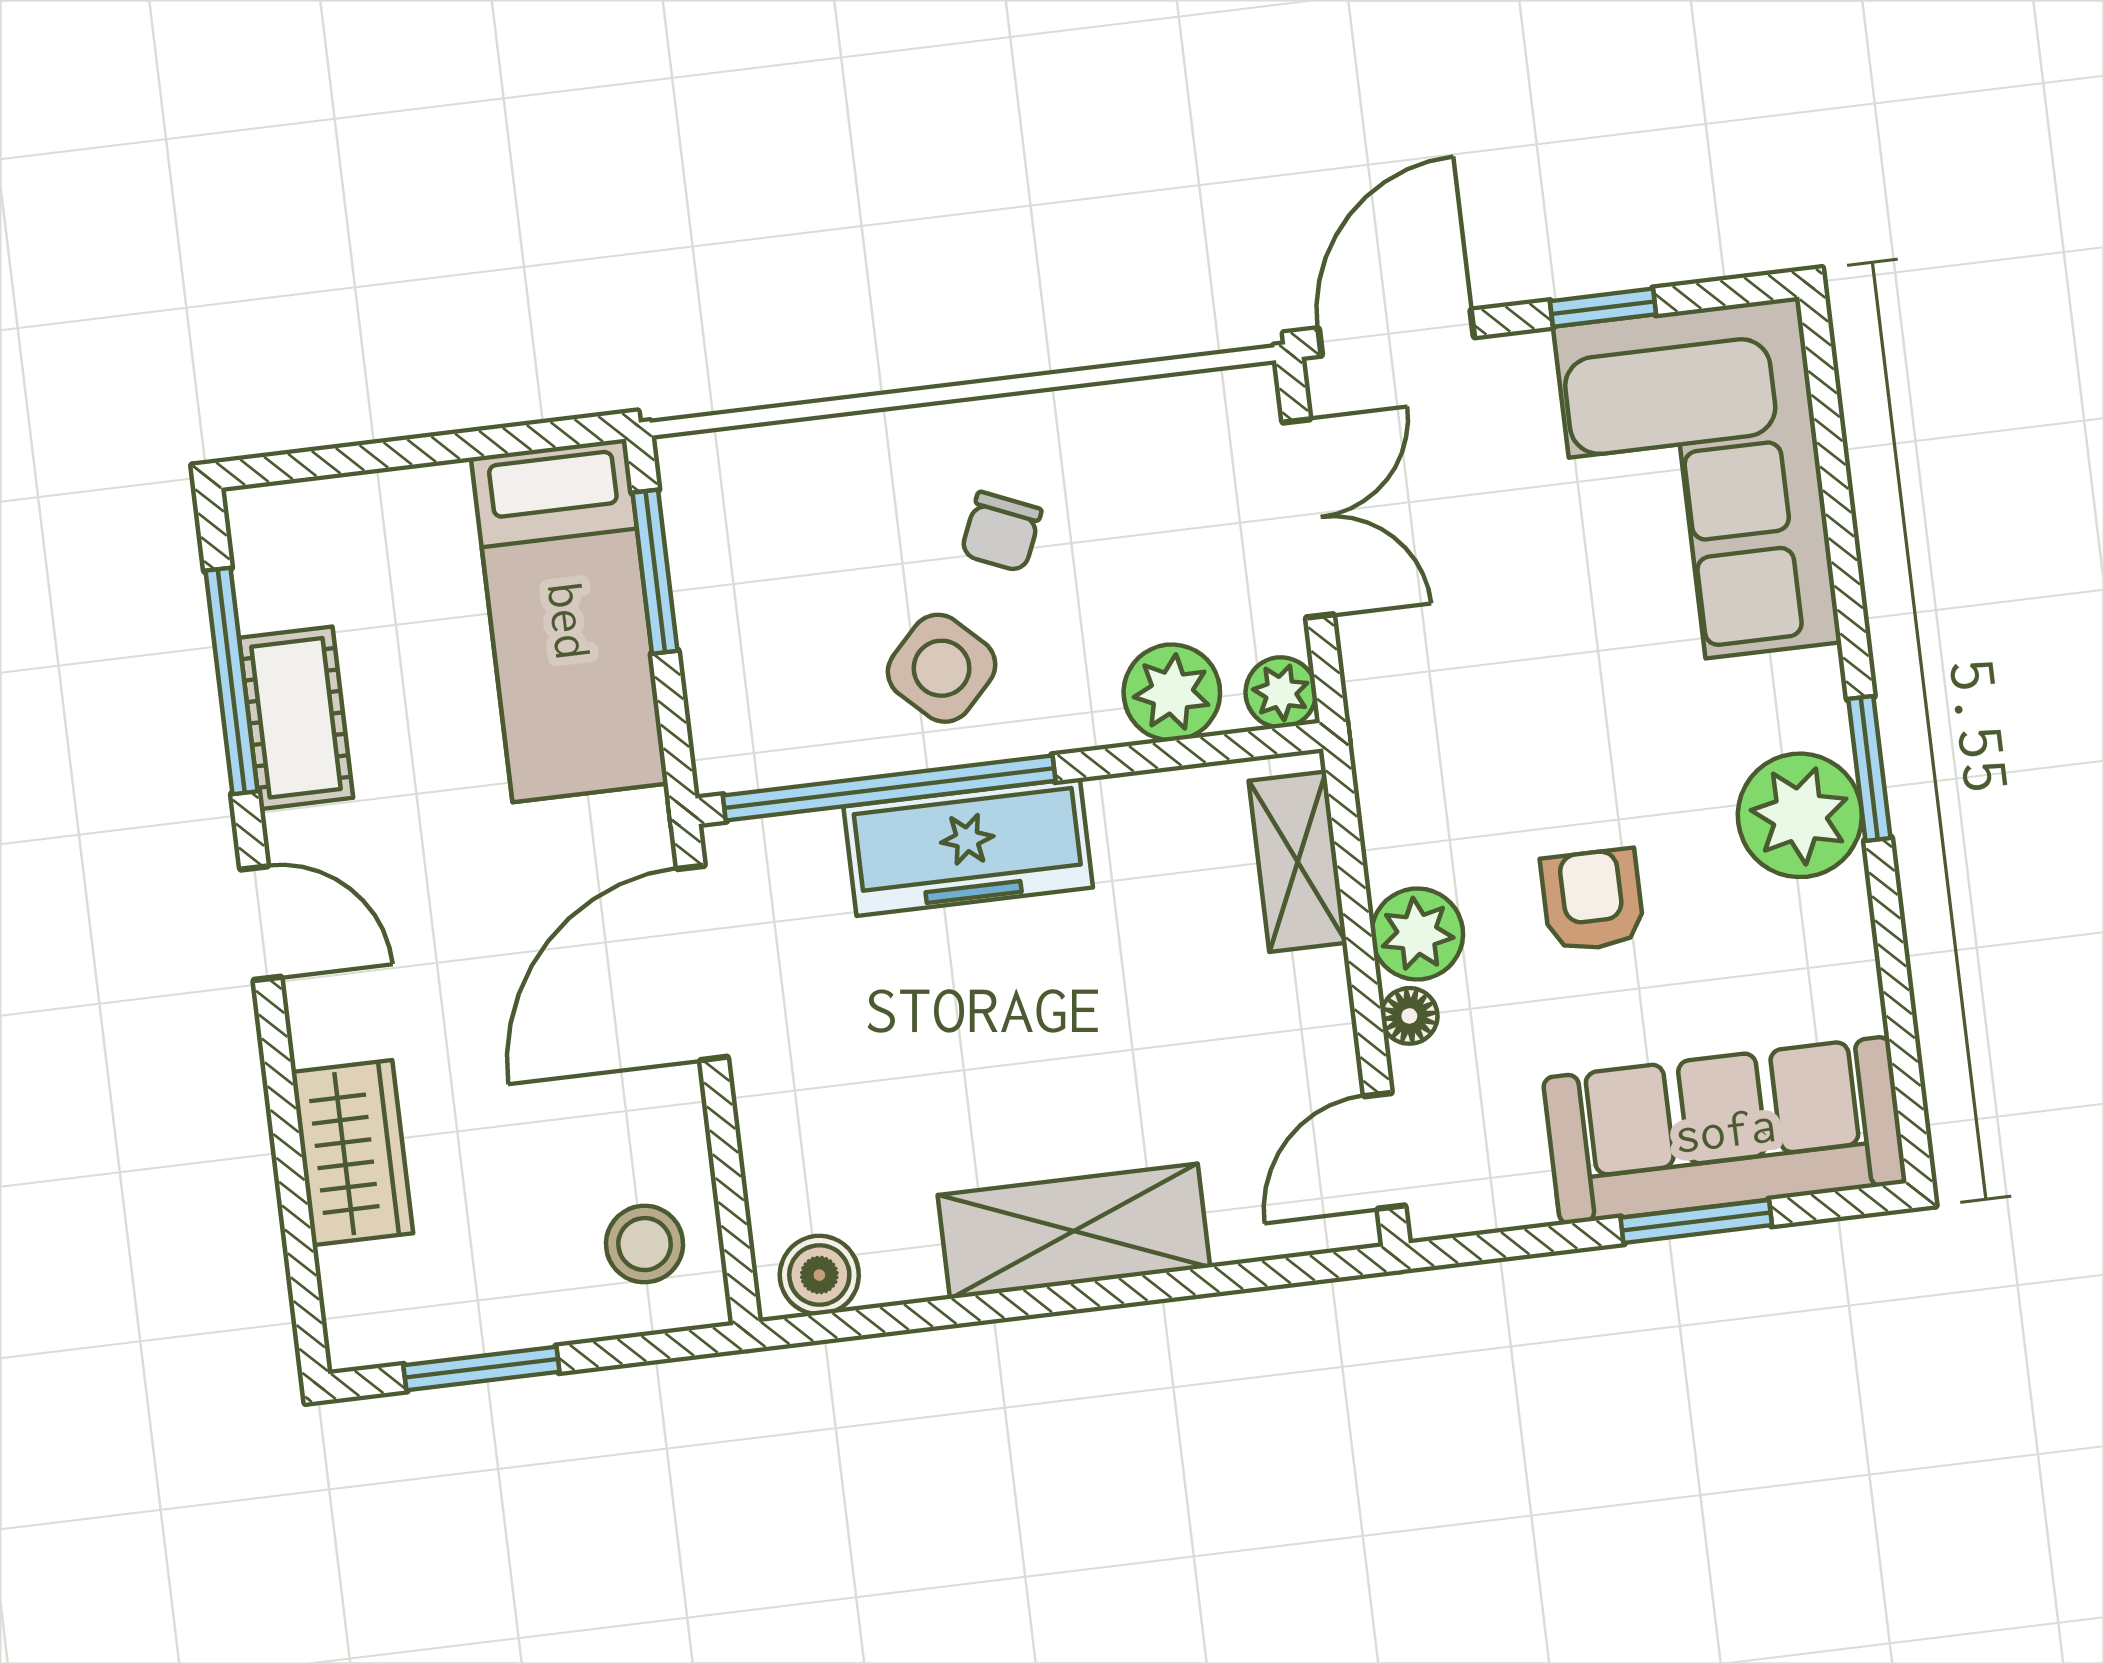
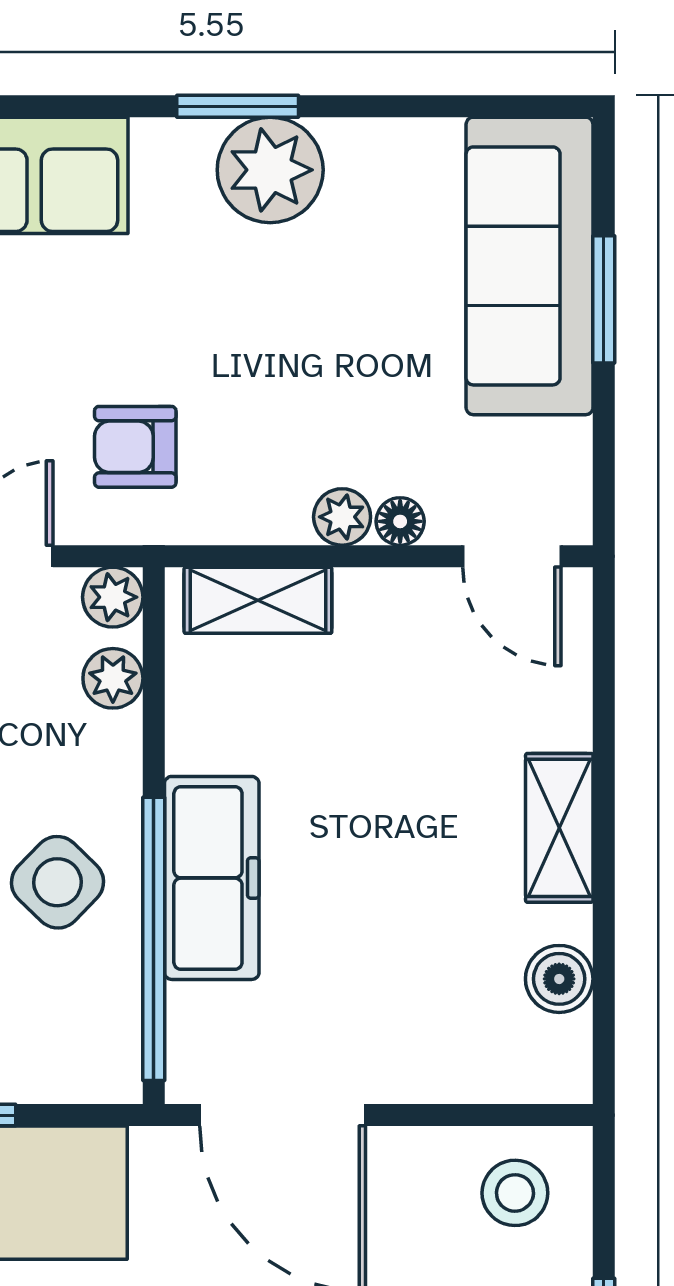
plant: (1172, 692) -> (113, 678), width x0.73, depth x0.73
armchair: (1592, 900) -> (135, 447), moved
plant: (1417, 934) -> (342, 517), width x0.73, depth x0.73
shelving: (1074, 1231) -> (559, 828), width x0.67, depth x0.75
boiler: (819, 1275) -> (559, 979), moved

